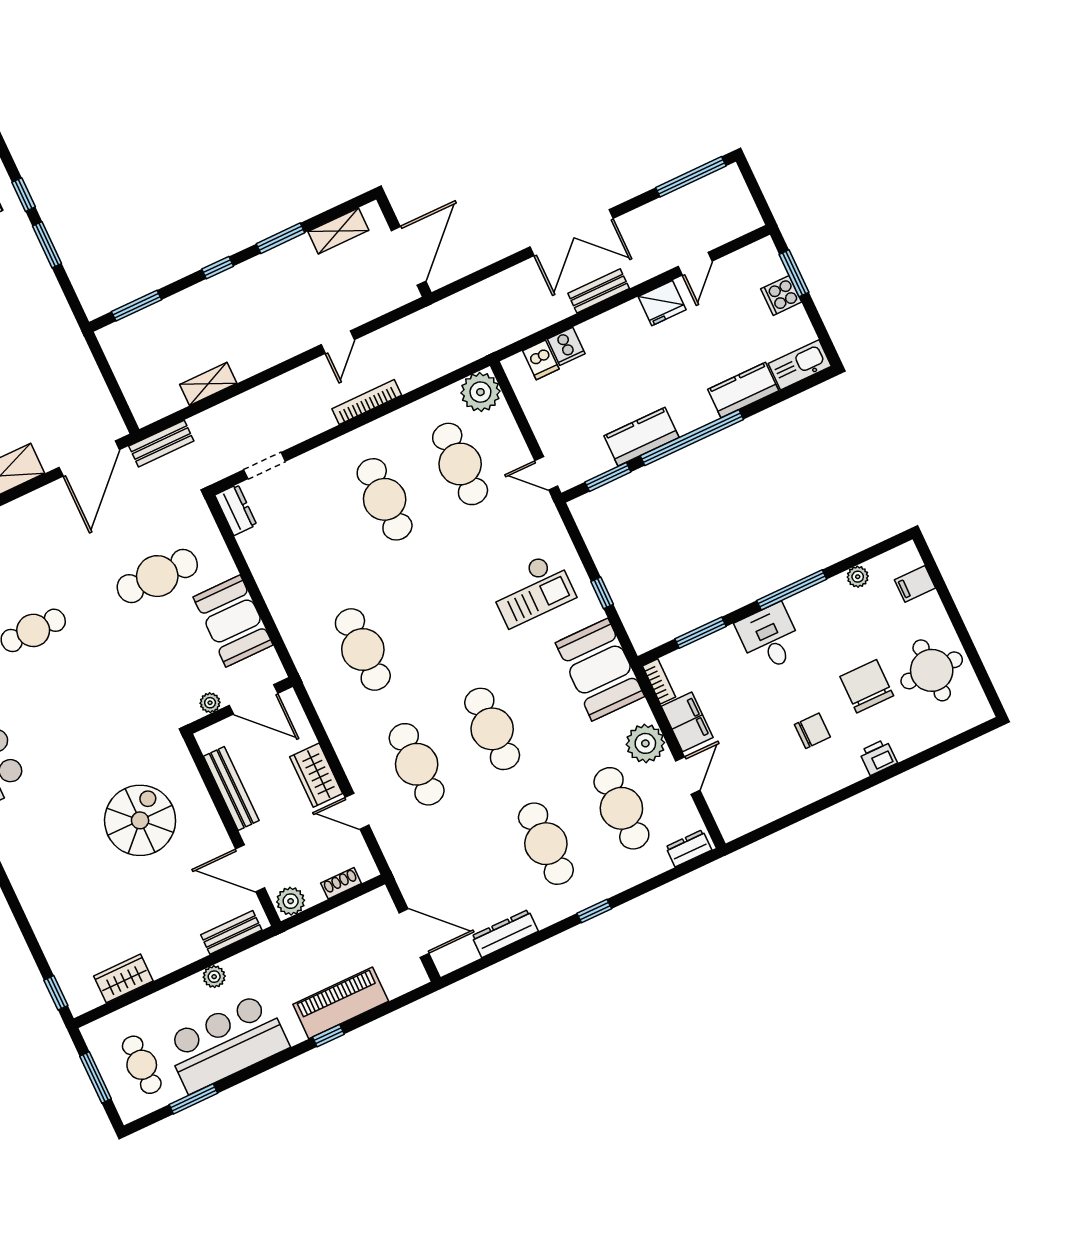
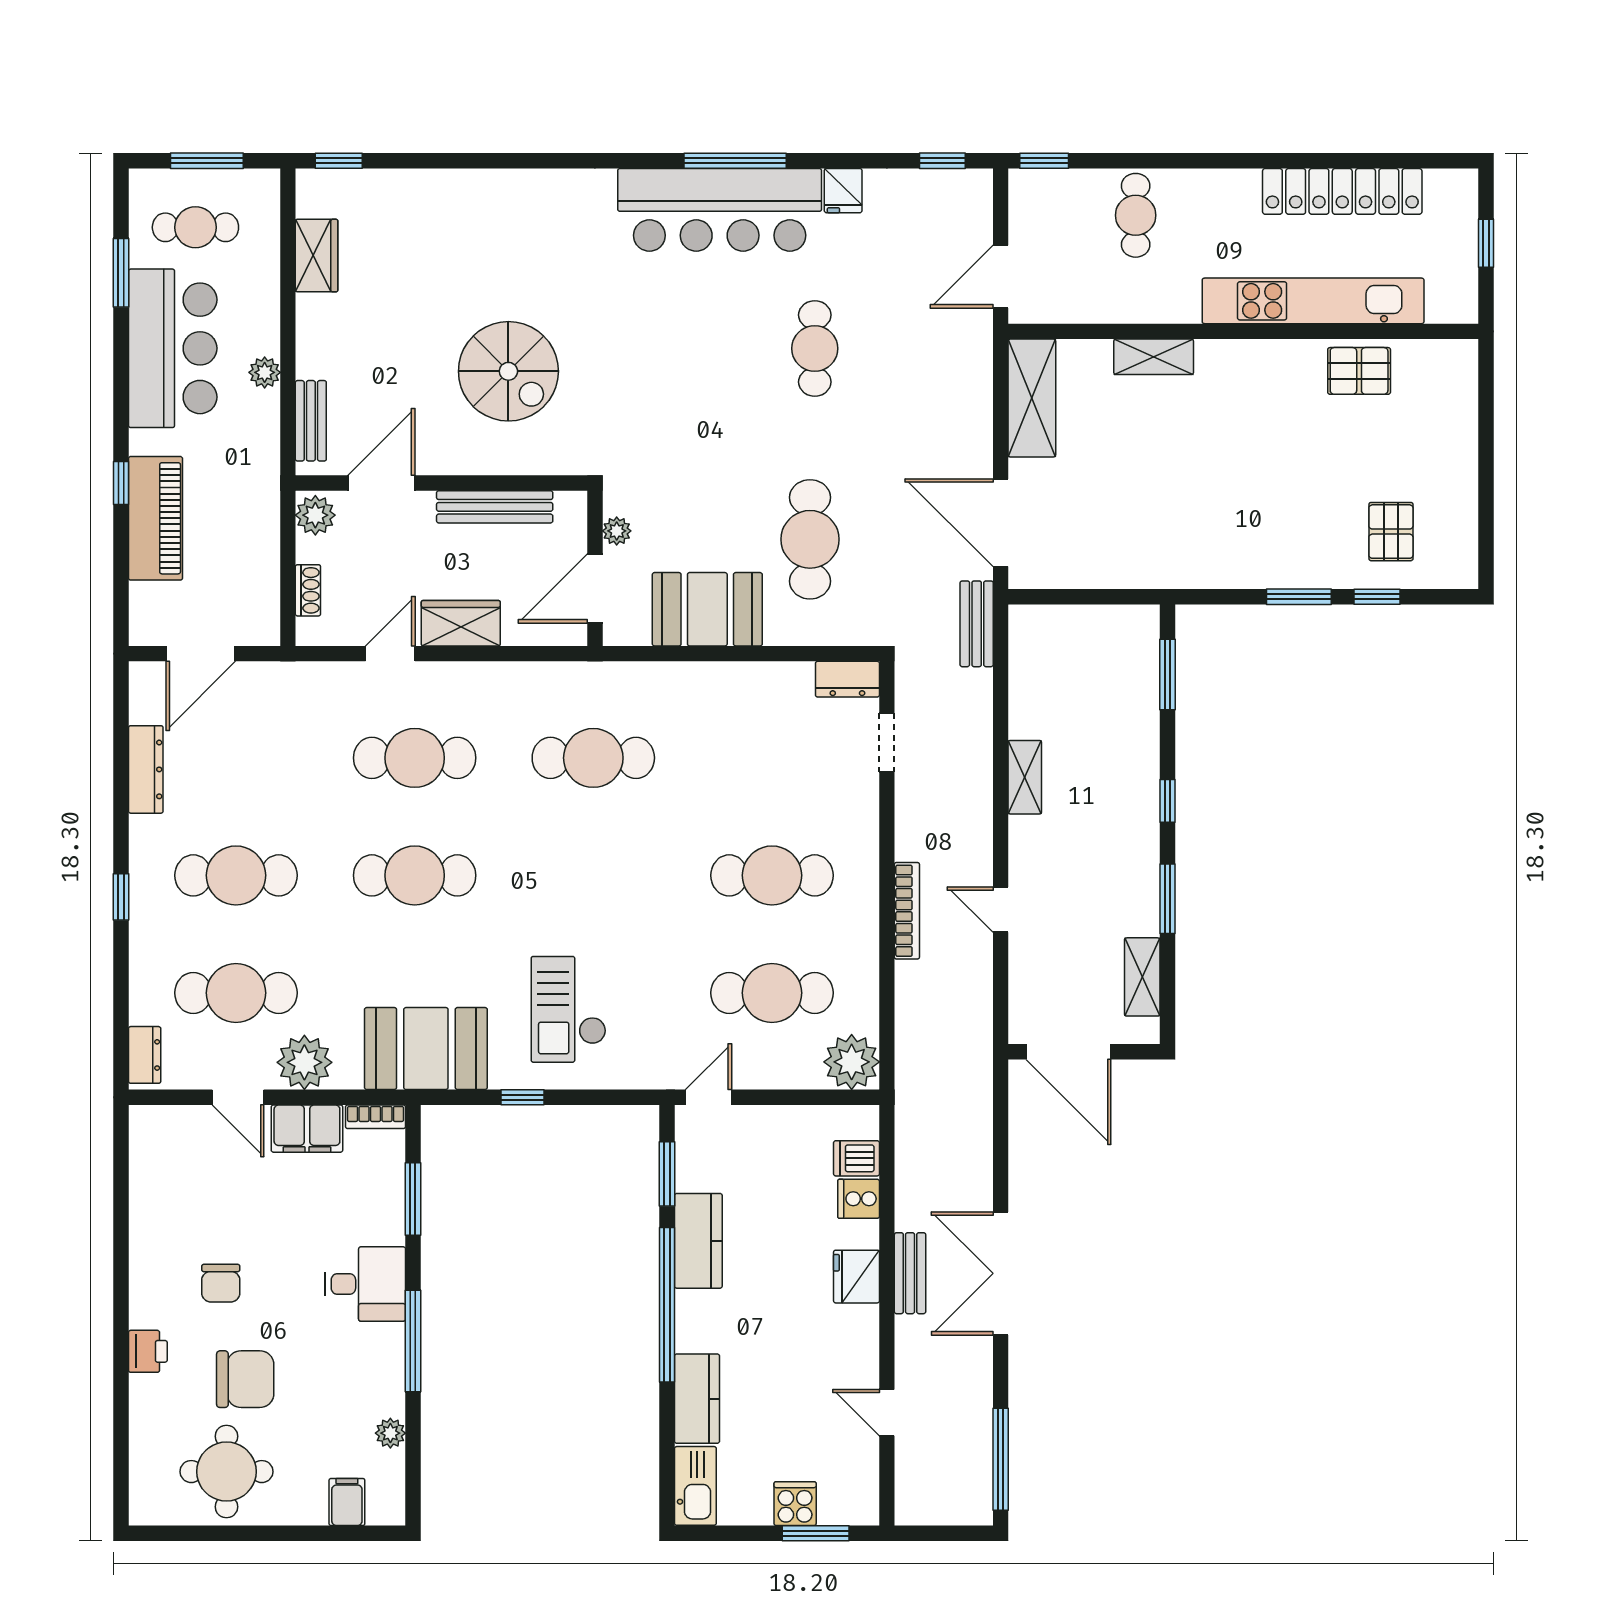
fridge: (662, 303) -> (856, 1277), moved
shelving: (208, 384) -> (1025, 777), moved

